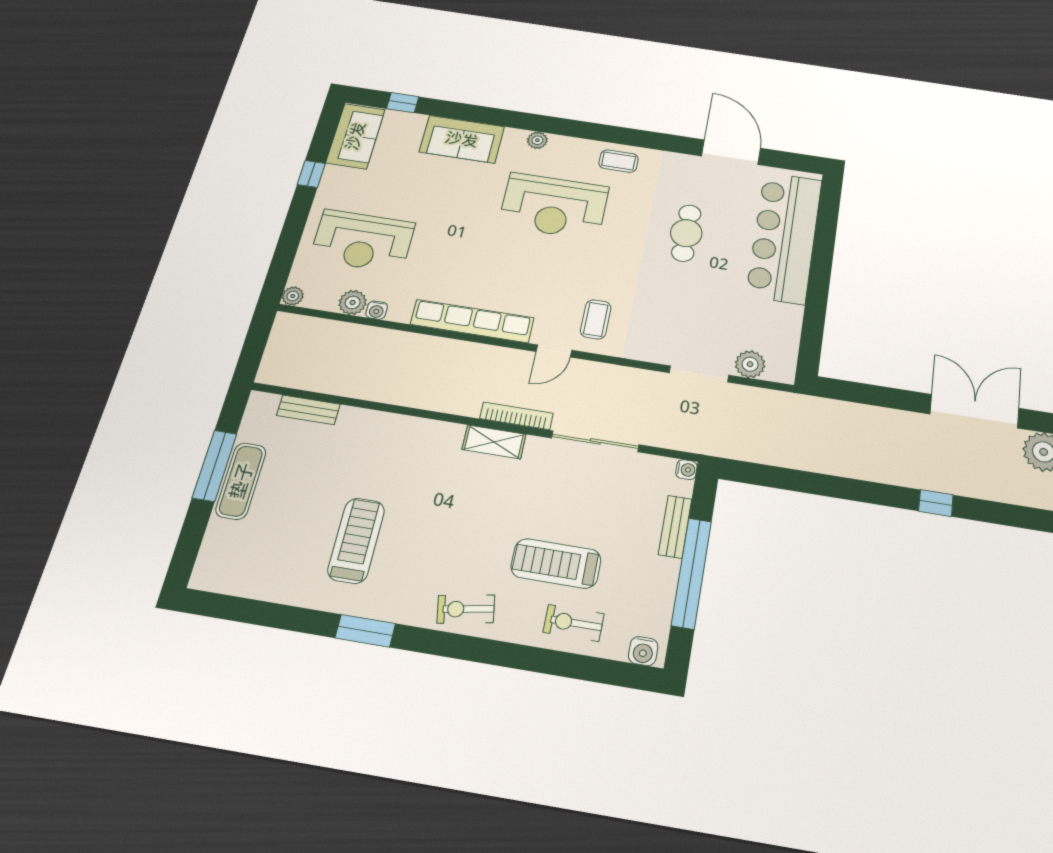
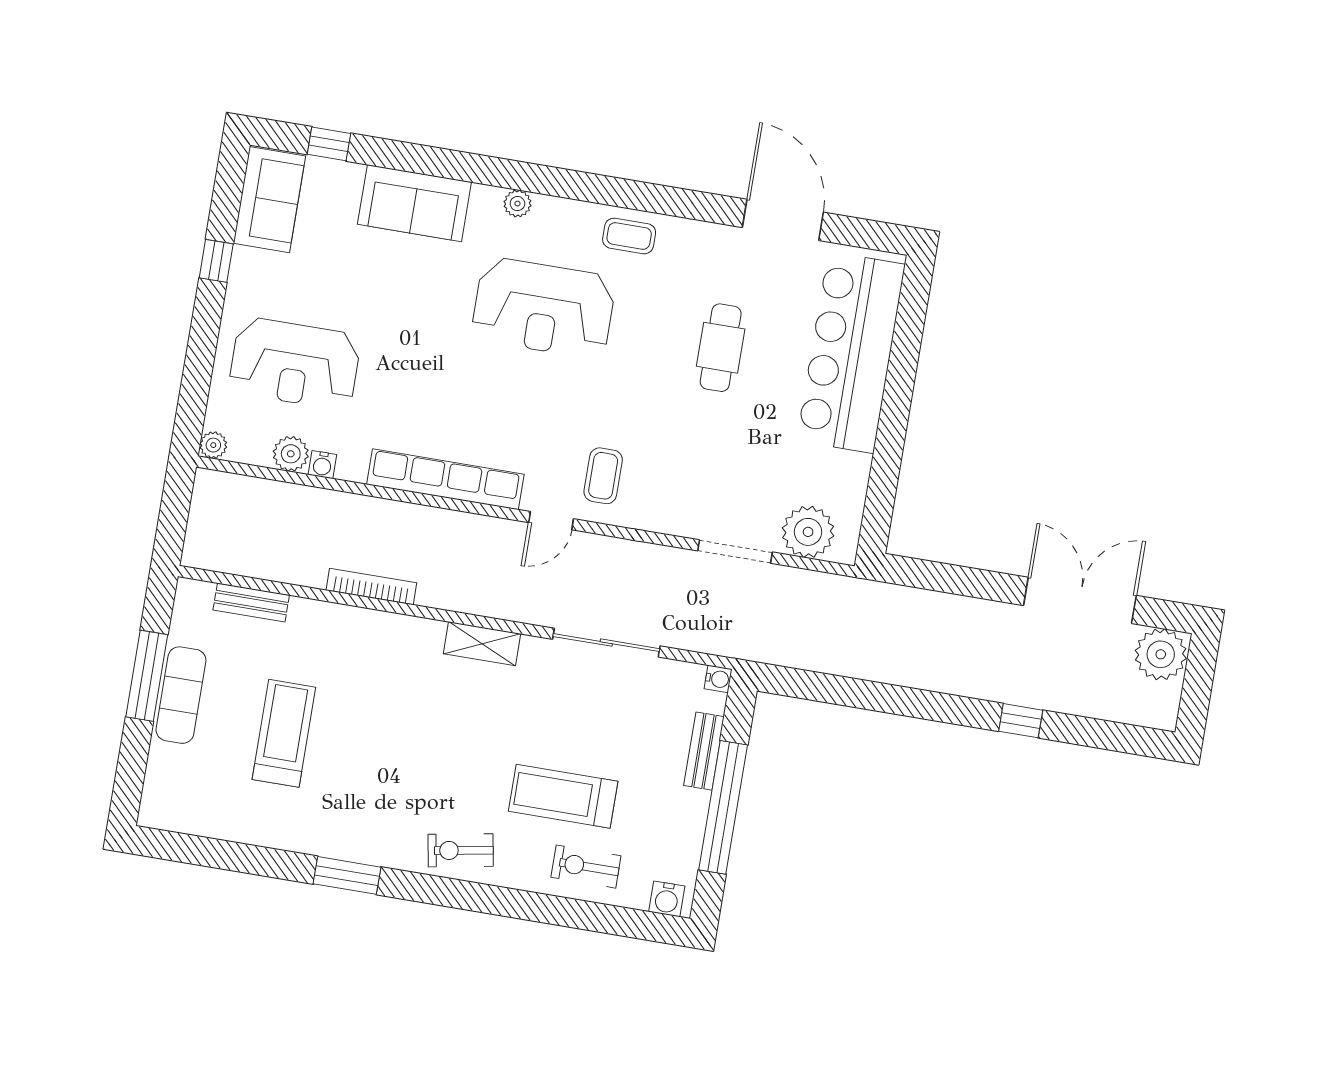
plant: (750, 364) -> (808, 532), width x1.36, depth x1.36
bookcase: (516, 416) -> (371, 587), moved
treadmill: (356, 540) -> (284, 733), moved

